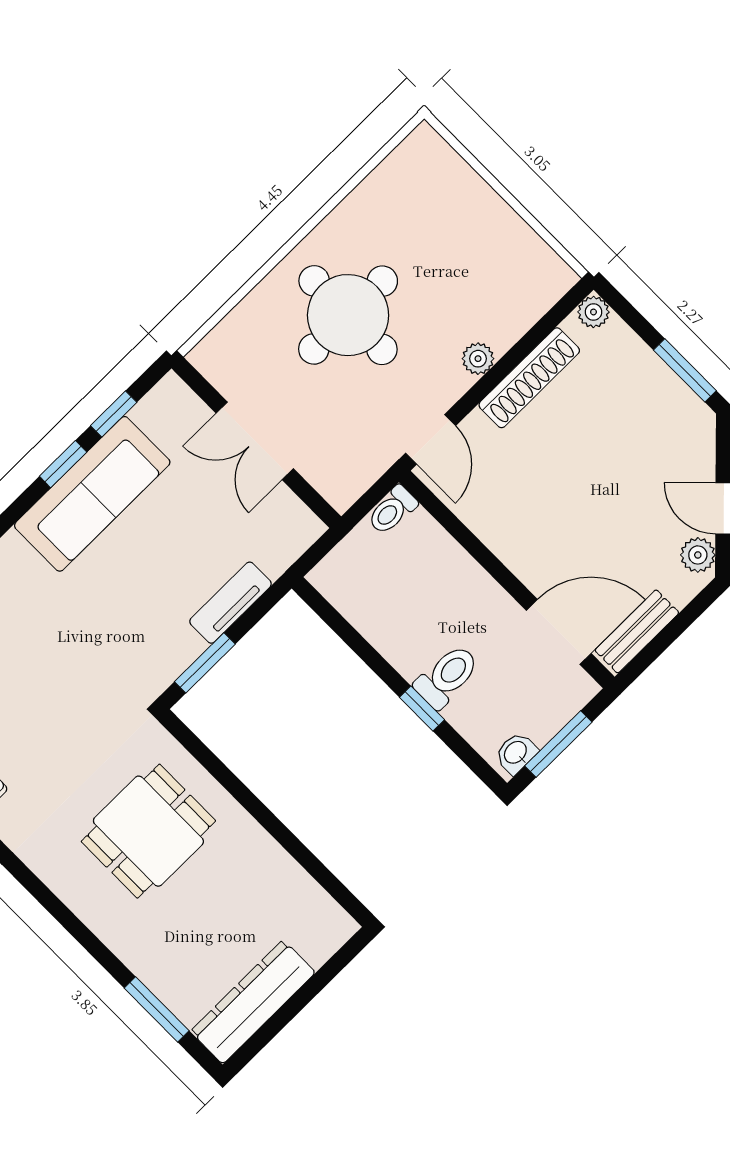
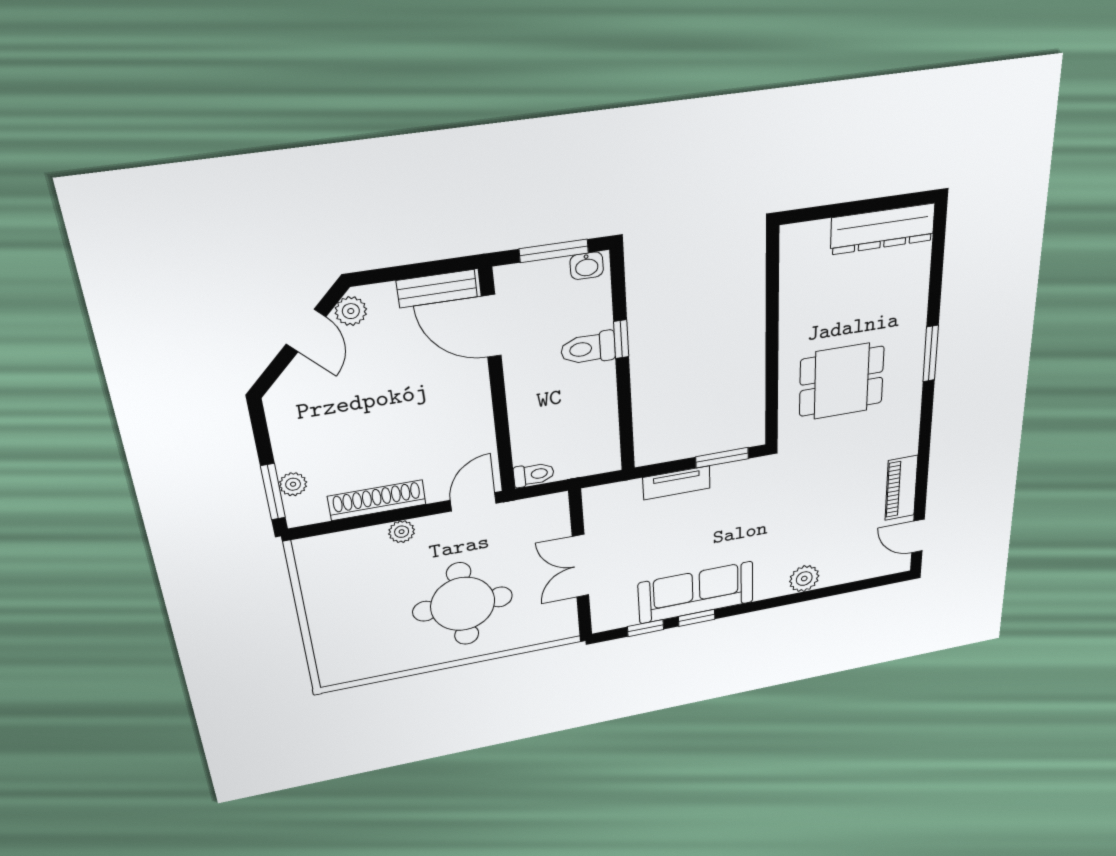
plant: (593, 312) -> (293, 484), moved
window: (685, 370) -> (273, 492), moved
double door: (255, 441) -> (580, 566), swing flipped
window: (157, 1009) -> (931, 354), moved

